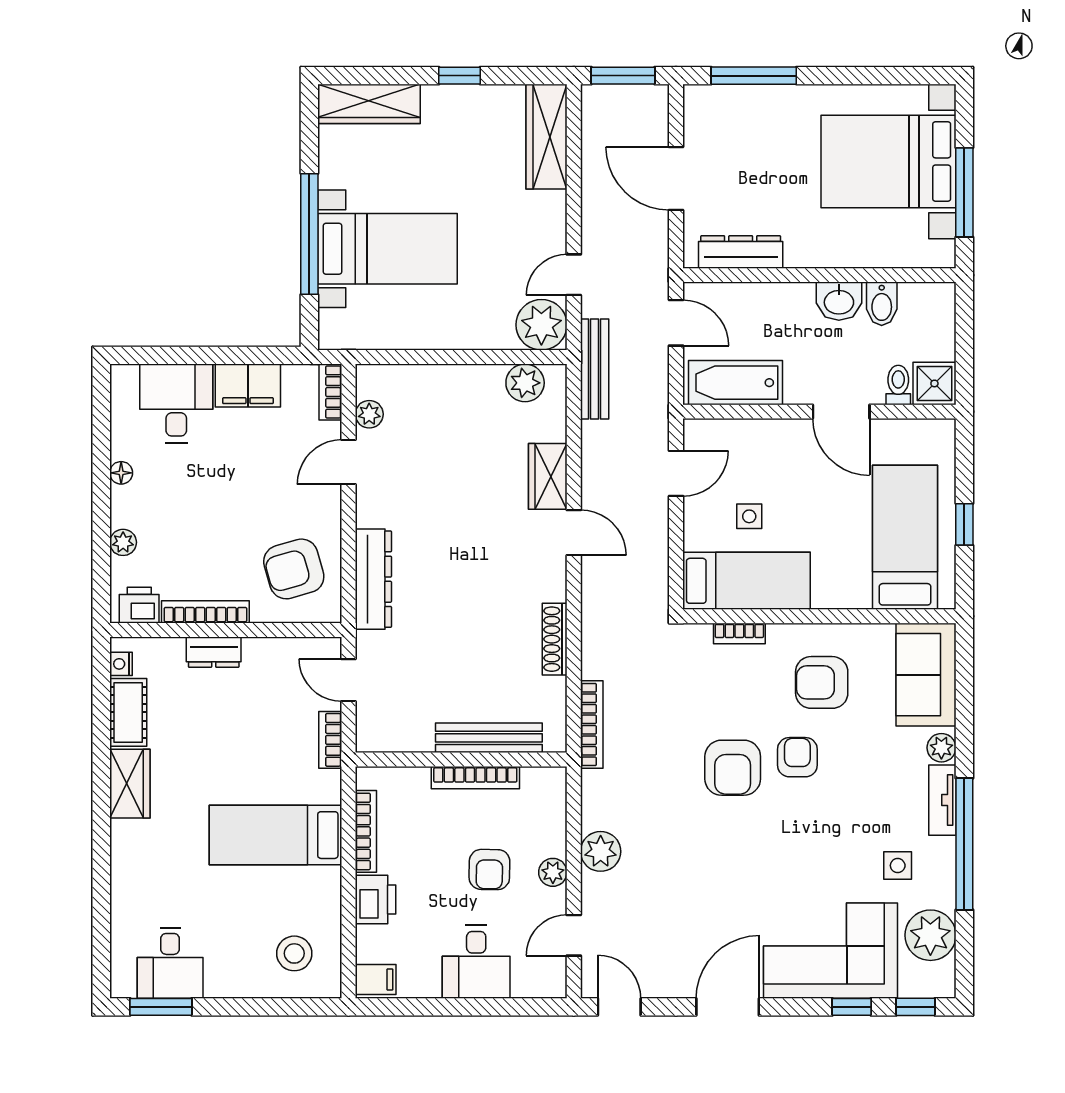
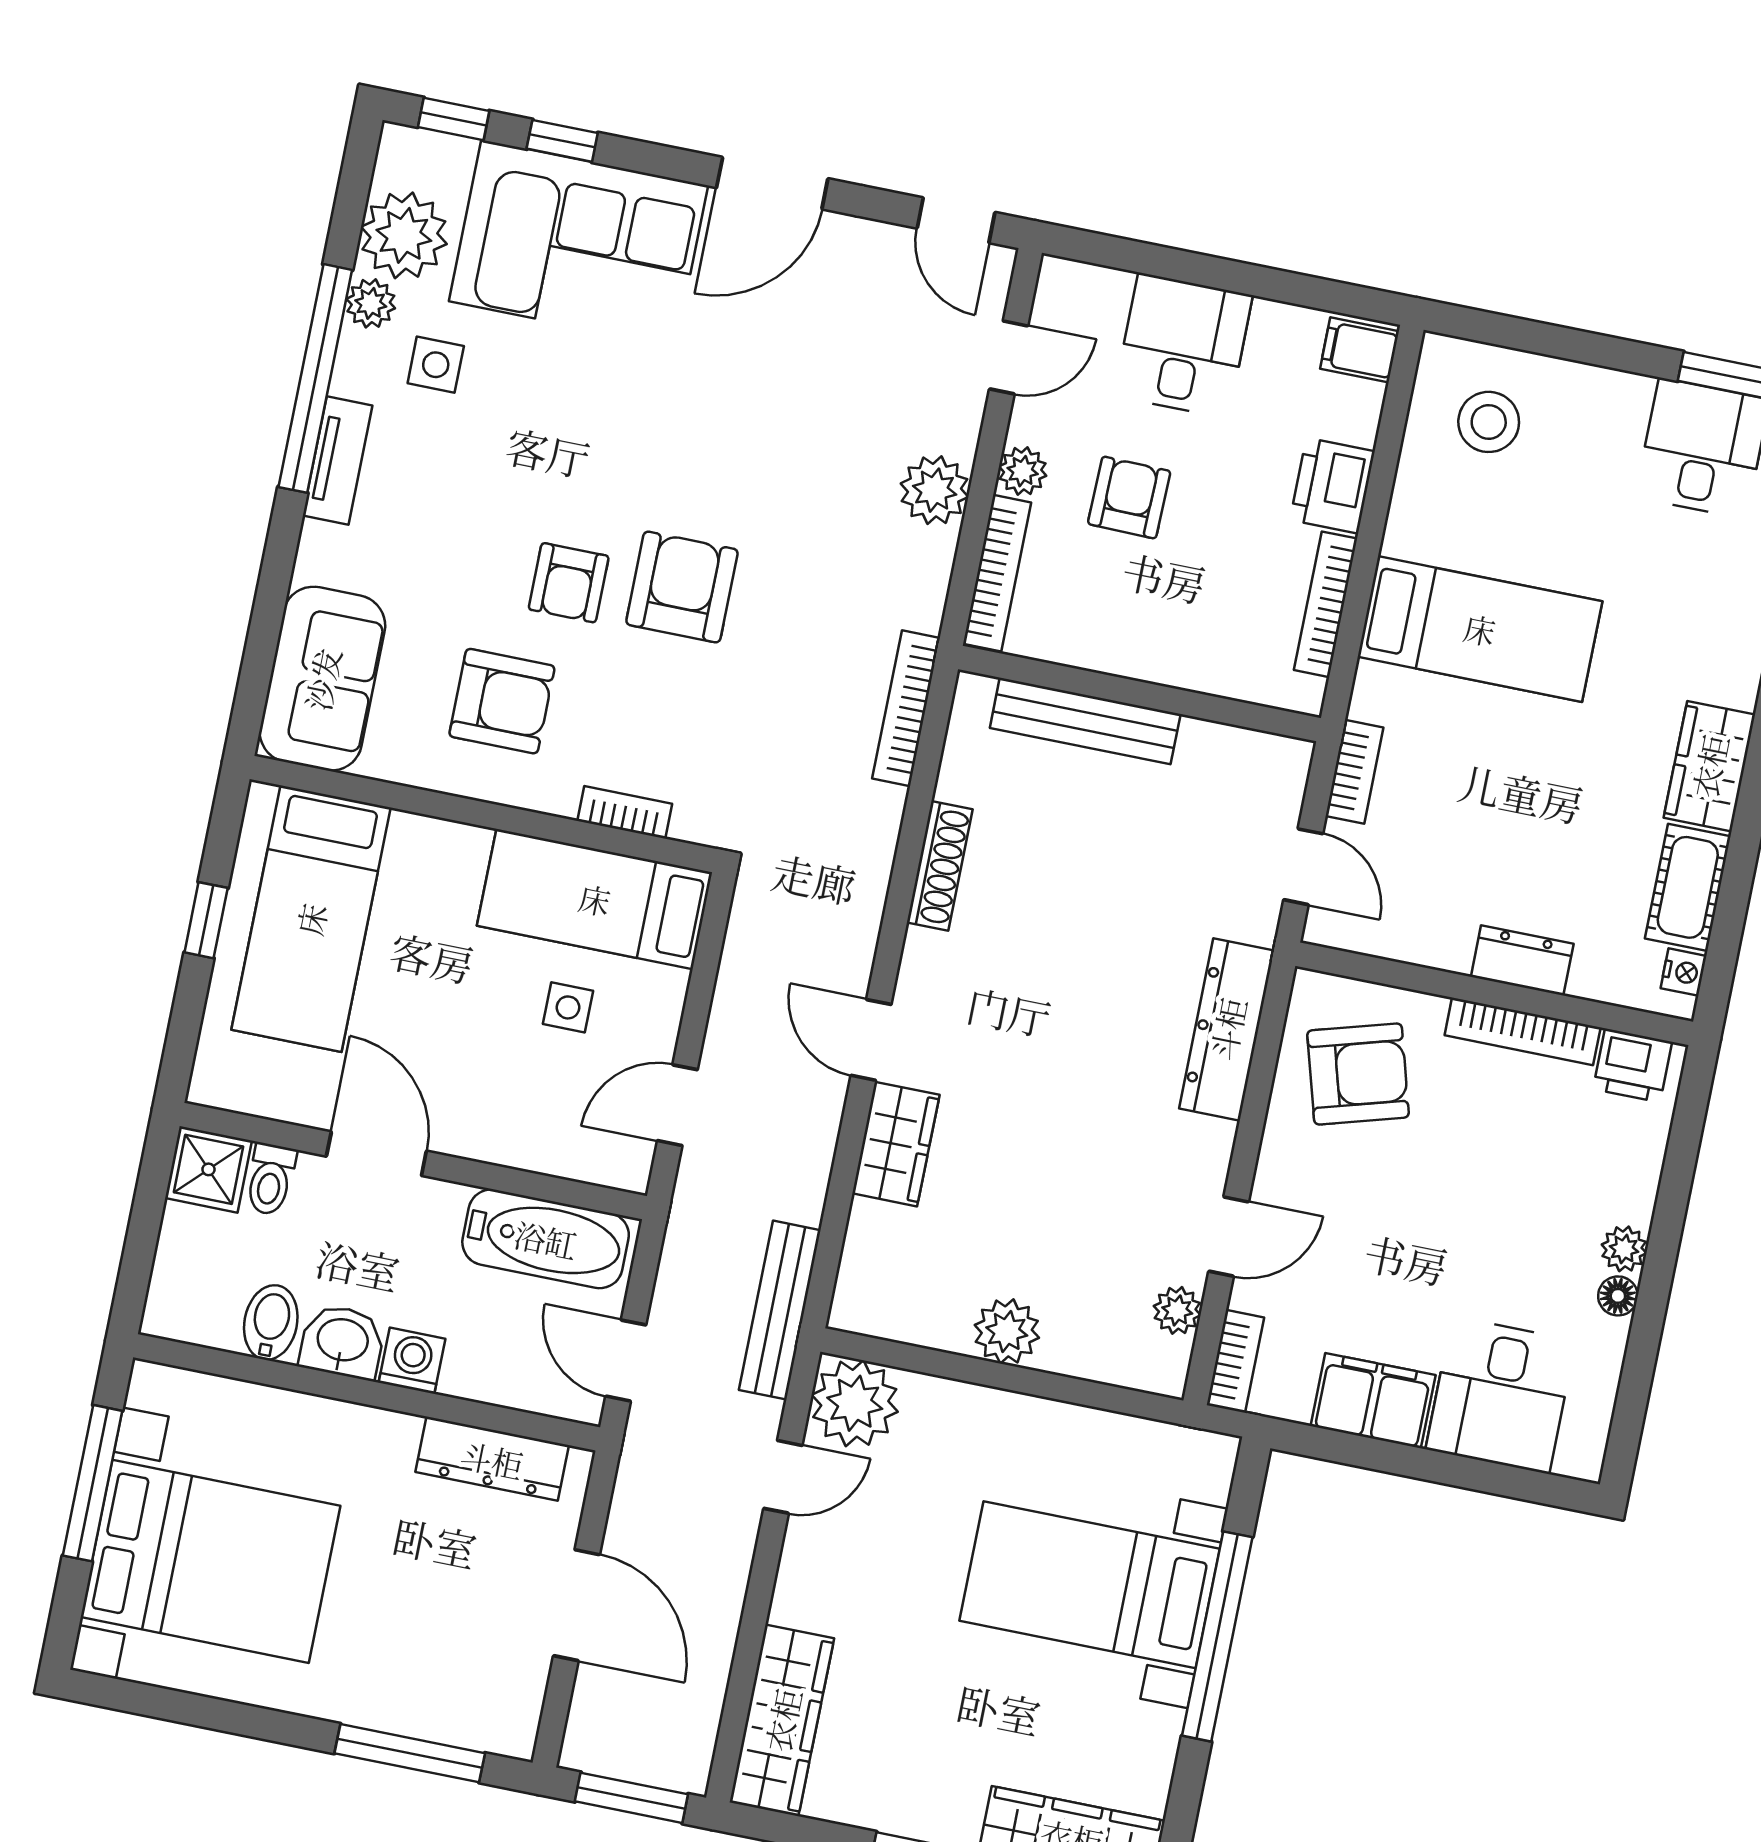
washing machine: (797, 298) -> (412, 1361), added
plant: (525, 383) -> (1007, 1331), moved
plant: (123, 542) -> (1624, 1249), moved
plant: (941, 748) -> (371, 303), moved
bookcase: (475, 778) -> (997, 573), moved, turned 90

